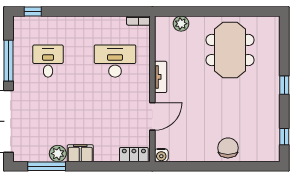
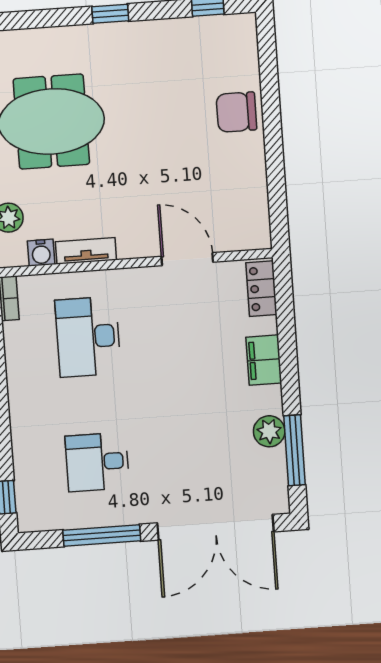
tv unit: (161, 77) -> (86, 251), moved
filing cabinet: (80, 153) -> (264, 360), moved
water cooler: (161, 155) -> (41, 253), moved, turned 90

